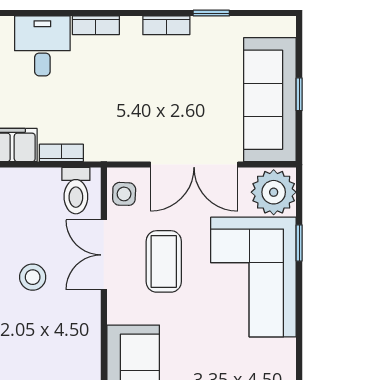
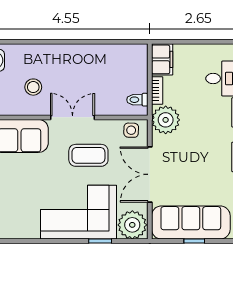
plant: (108, 140) -> (166, 120), added
toilet: (76, 191) -> (137, 100), width x0.73, depth x0.72
double door: (104, 255) -> (73, 117), moved
stool: (33, 277) -> (33, 87), moved

